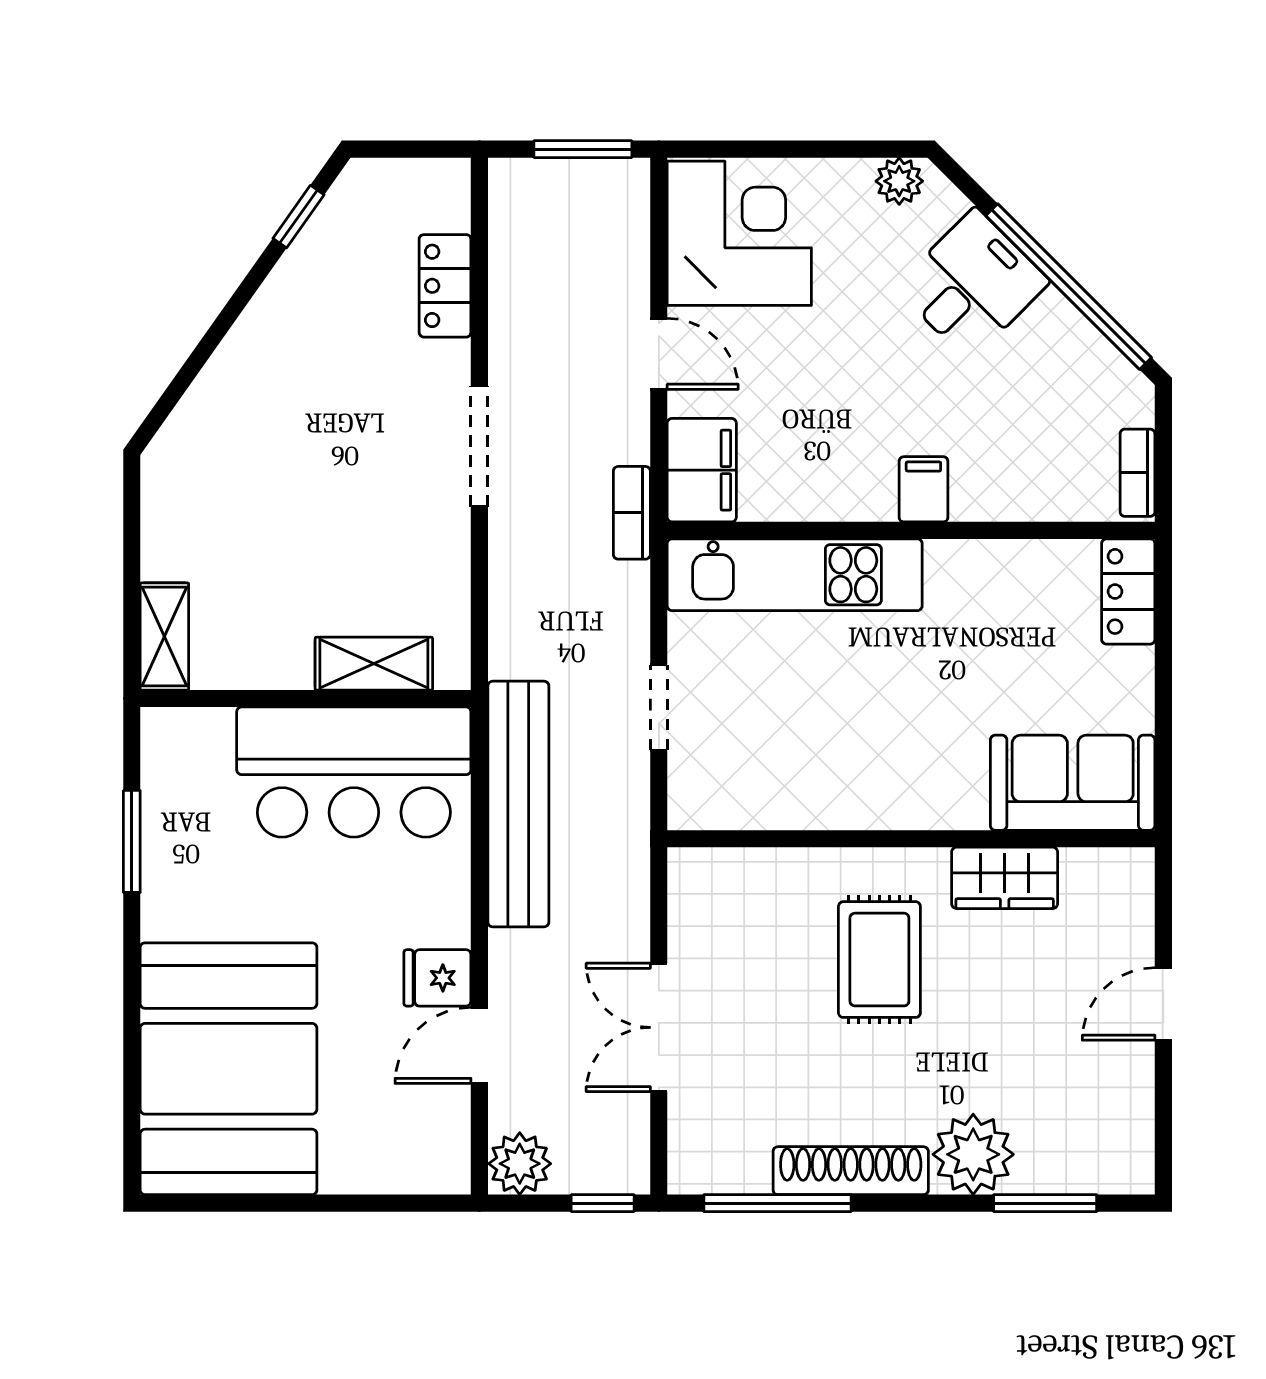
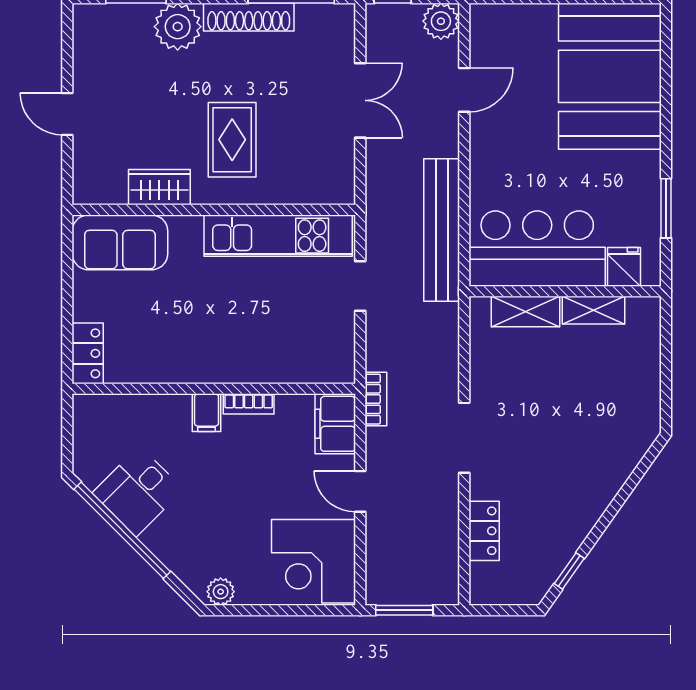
desk: (972, 284) -> (138, 491), moved
bookcase: (1137, 473) -> (249, 404), moved, turned 90
kitchen unit: (795, 575) -> (278, 236), moved, turned 180
shelving: (164, 636) -> (593, 310), moved, turned 90
fridge: (437, 978) -> (624, 267), moved, turned -90
door: (1163, 1004) -> (67, 114), swing flipped

